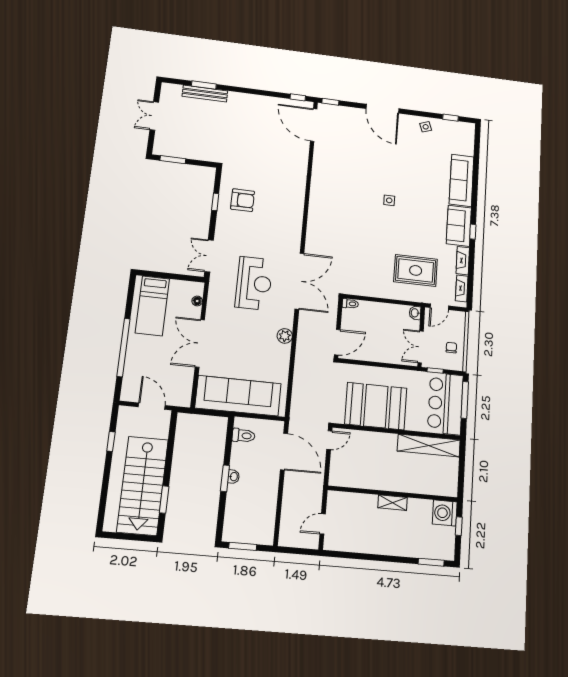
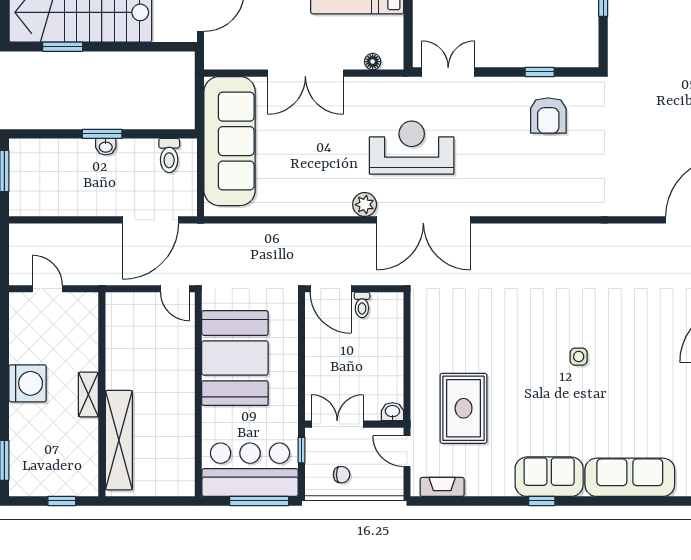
fireplace: (463, 261) -> (490, 486), removed
reception desk: (254, 283) -> (412, 148), turned 180
toilet: (350, 304) -> (362, 305), moved
plant: (285, 336) -> (365, 205), moved
double door: (200, 343) -> (305, 73), swing flipped
shelving: (429, 446) -> (119, 440), moved
washing machine: (445, 513) -> (28, 383), moved, turned 90

